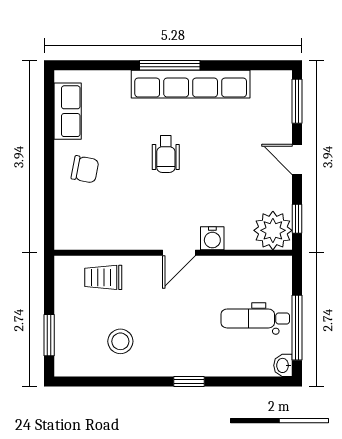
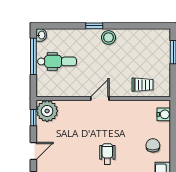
door: (297, 159) -> (33, 151), hinge flipped
chair: (85, 169) -> (153, 145), turned 79
water cooler: (212, 238) -> (164, 114), moved, turned 90
stool: (120, 341) -> (109, 37), moved

